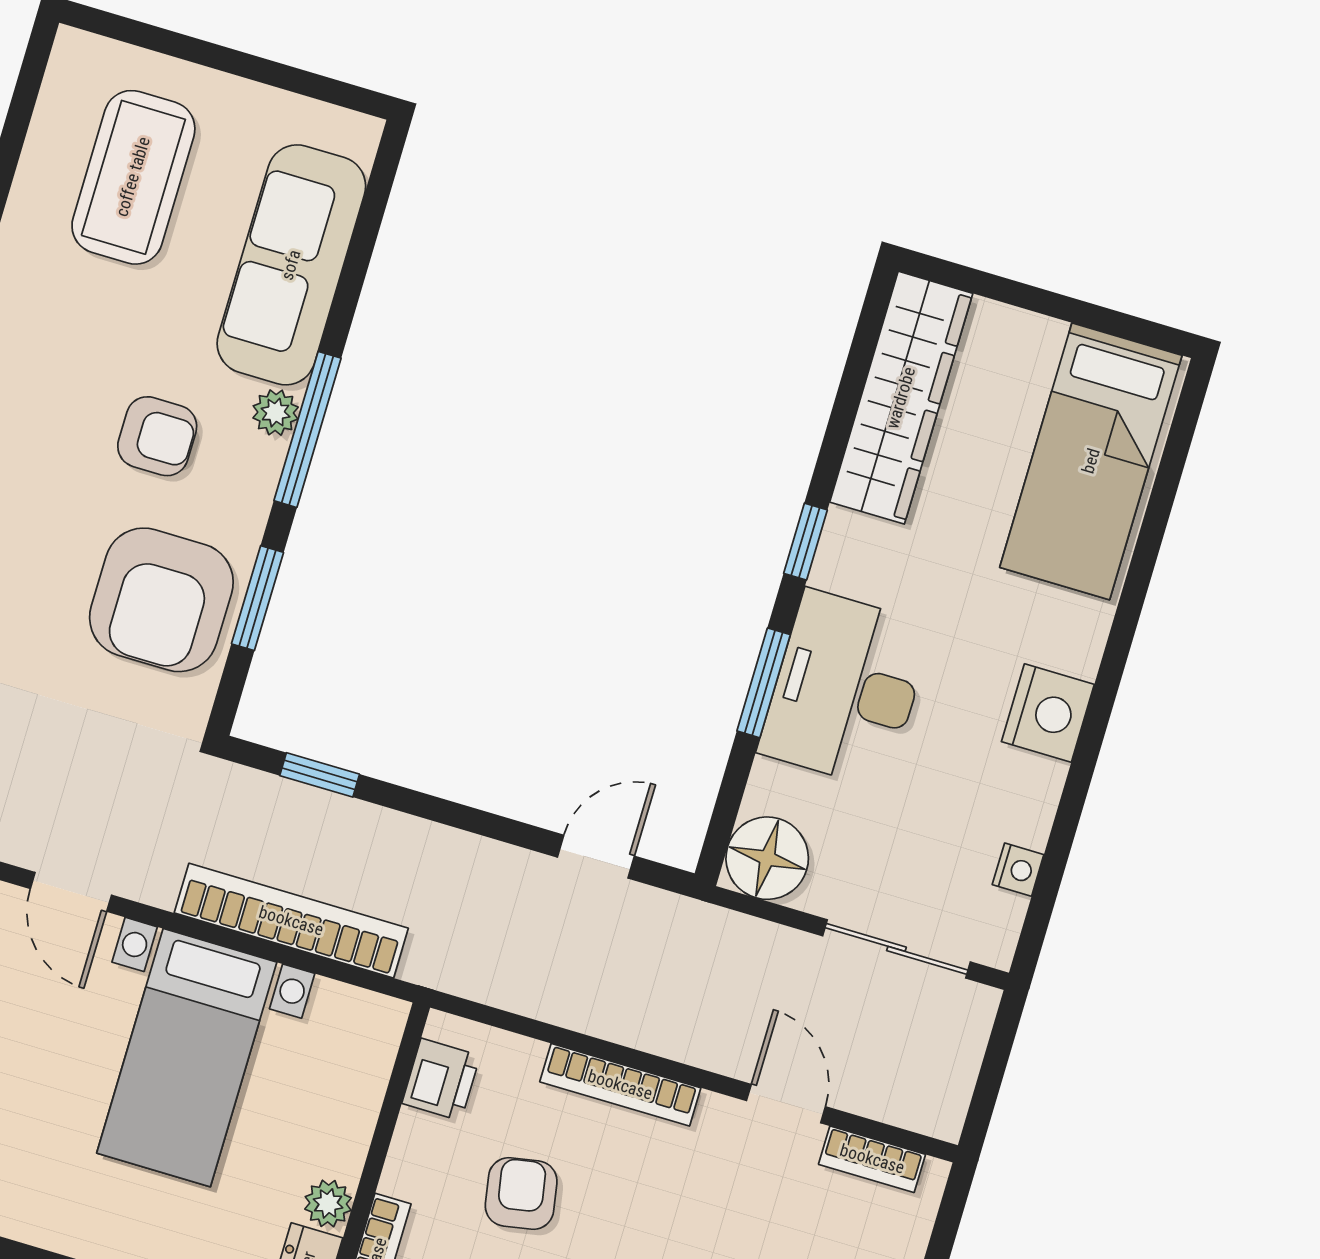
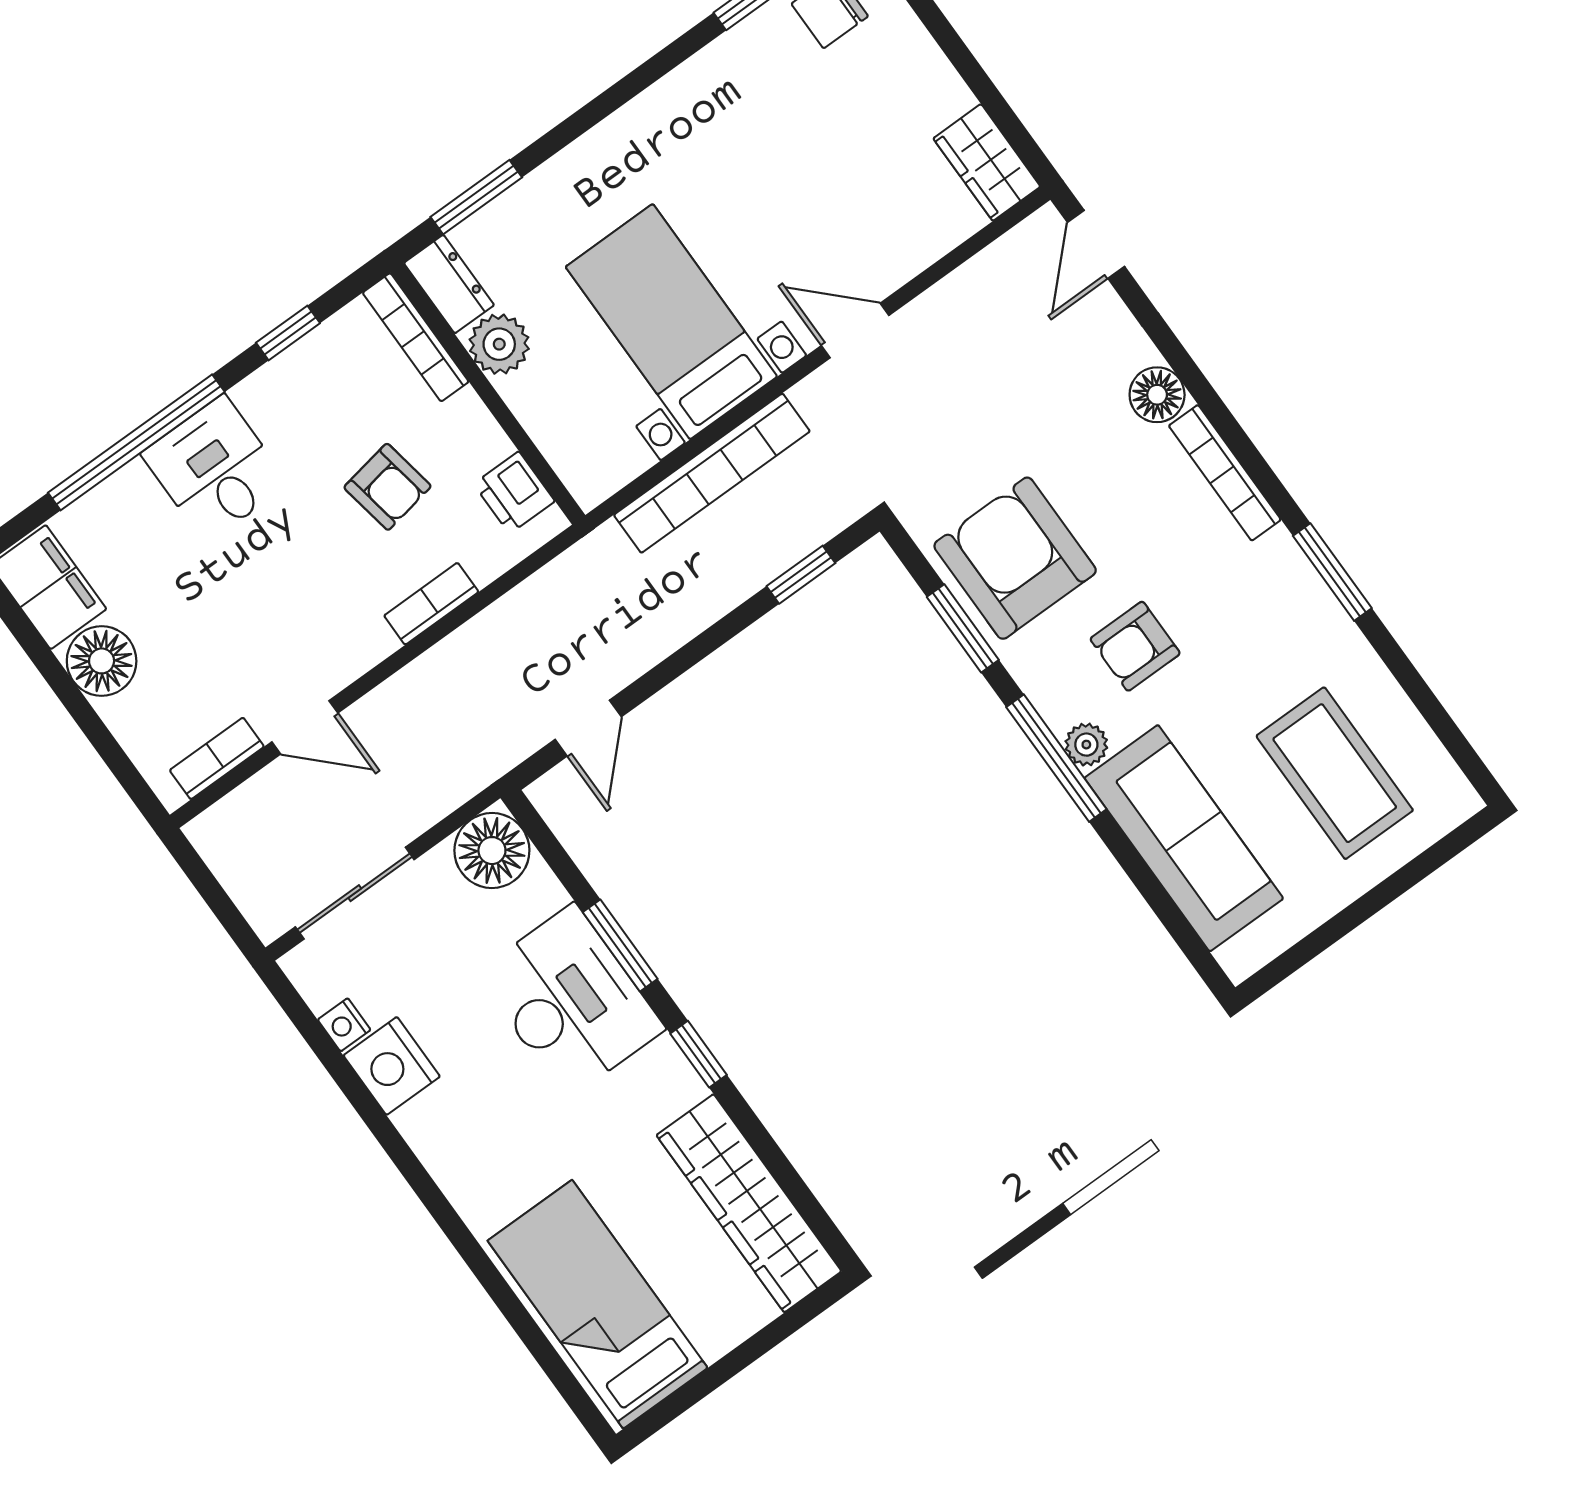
nightstand: (1048, 713) -> (392, 1066), moved
bookcase: (620, 1085) -> (431, 604), width x0.64
plant: (328, 1203) -> (499, 344), width x1.38, depth x1.38

